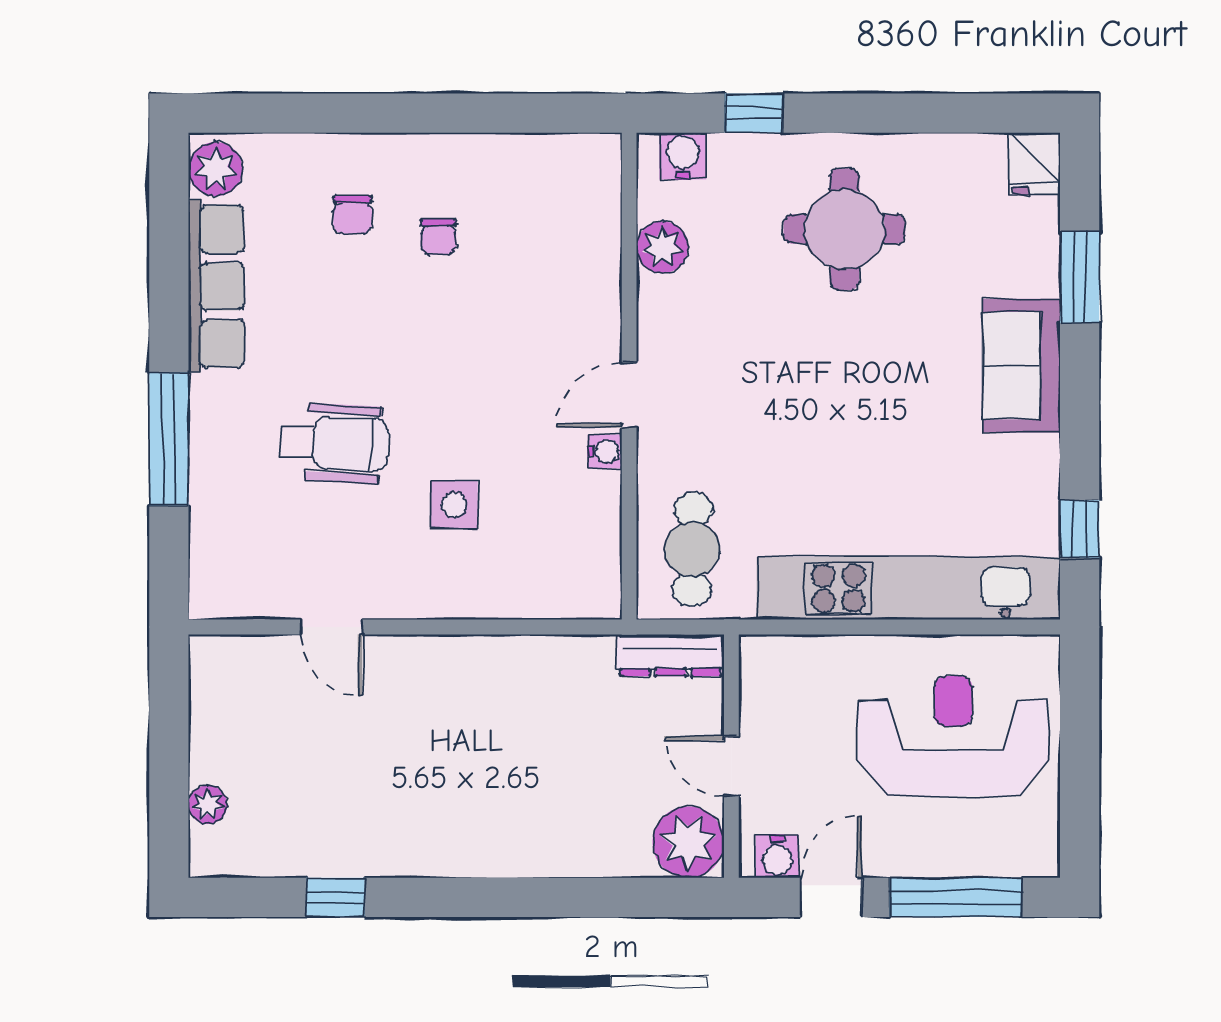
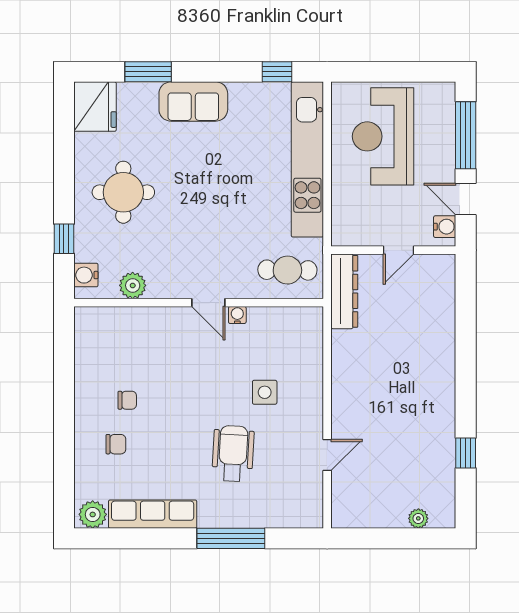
fridge: (1034, 163) -> (95, 107), width x1.88, depth x1.34
dresser: (671, 655) -> (344, 291), width x1.37, depth x1.24
plant: (688, 842) -> (437, 272), removed

